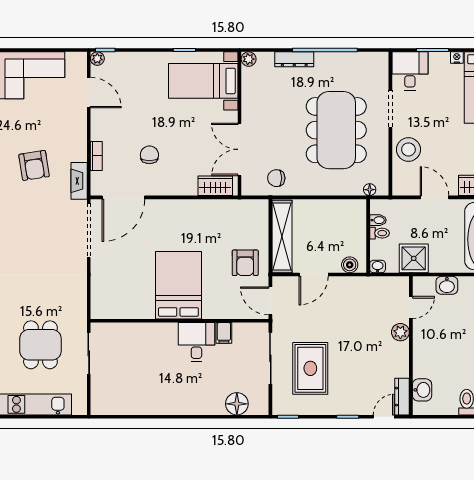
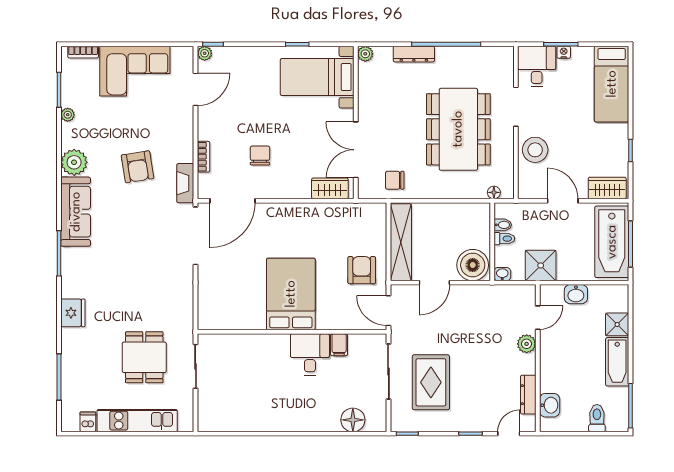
nightstand: (457, 58) -> (564, 52), moved
door: (89, 93) -> (196, 89), hinge flipped
armchair: (245, 263) -> (362, 270), turned 180
boiler: (350, 265) -> (473, 265), width x1.86, depth x1.86
dresser: (402, 397) -> (528, 395), moved

